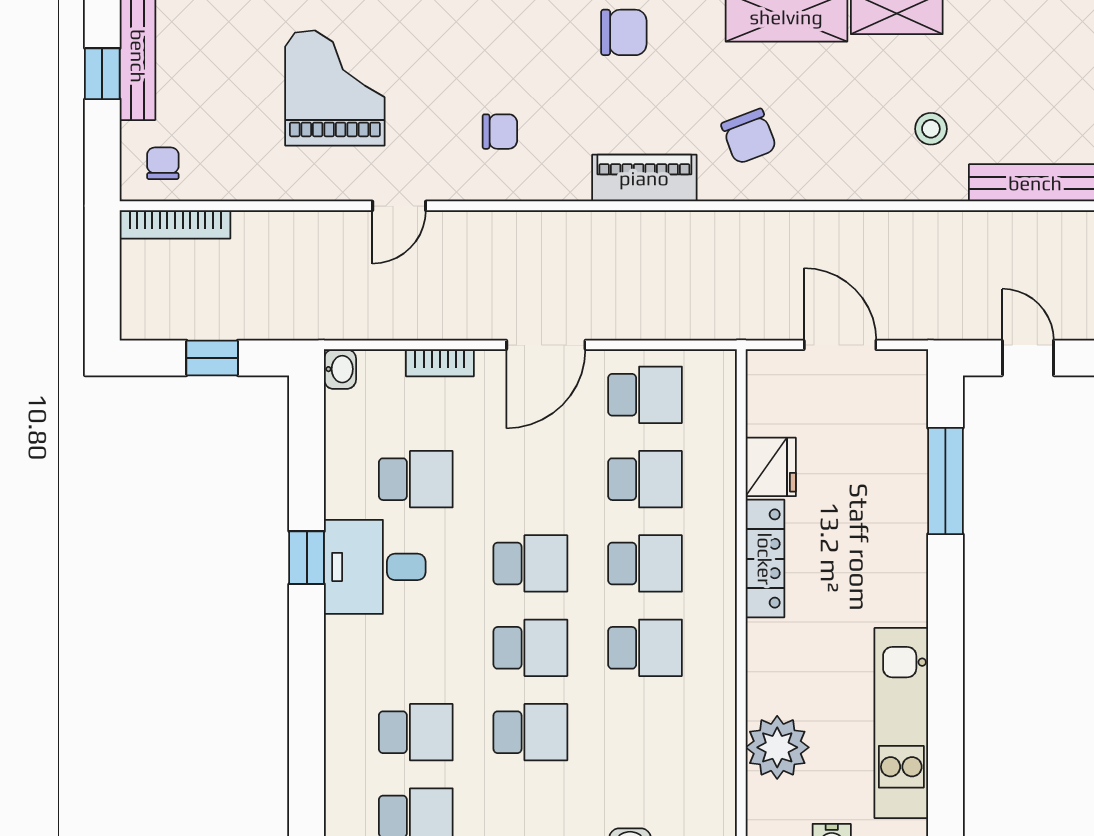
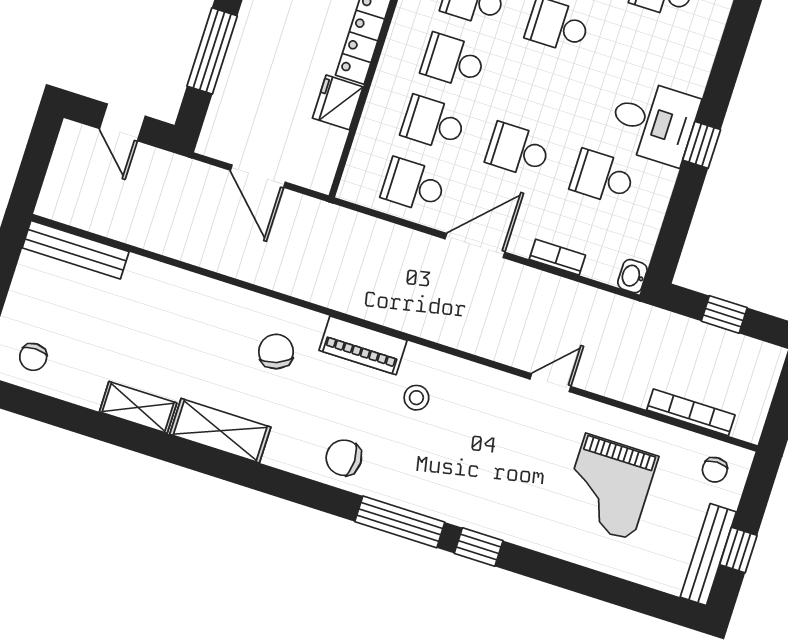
grand piano: (335, 88) -> (609, 487), moved
stool: (931, 129) -> (416, 398), moved
chair: (500, 132) -> (33, 357), moved, turned -90
bookcase: (175, 224) -> (691, 412), moved
school desk: (530, 563) -> (518, 150), moved

